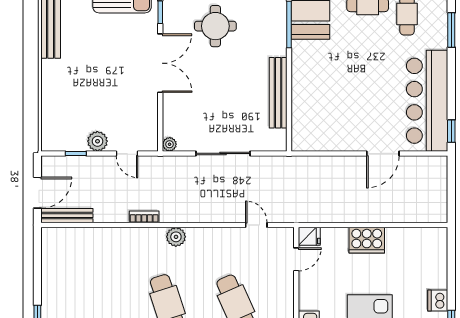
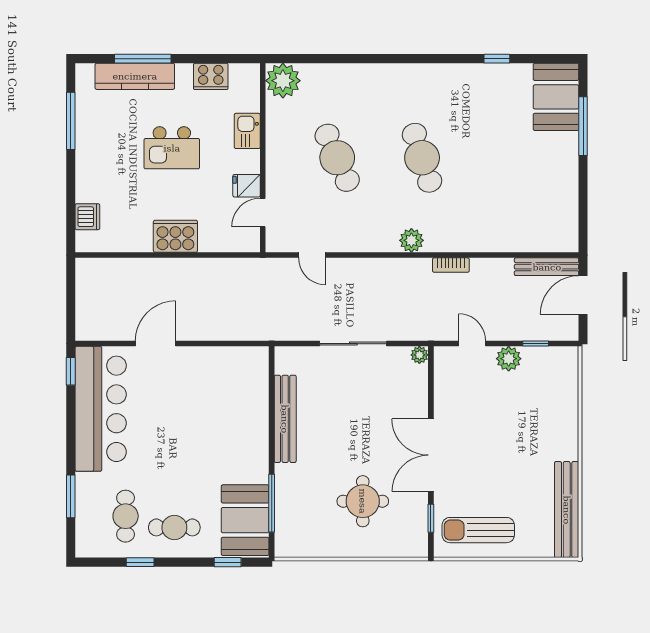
fridge: (309, 236) -> (247, 186), moved
dishwasher: (438, 300) -> (87, 217), moved

